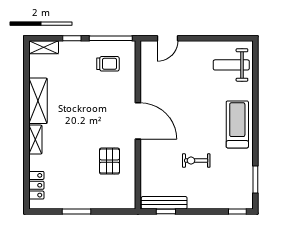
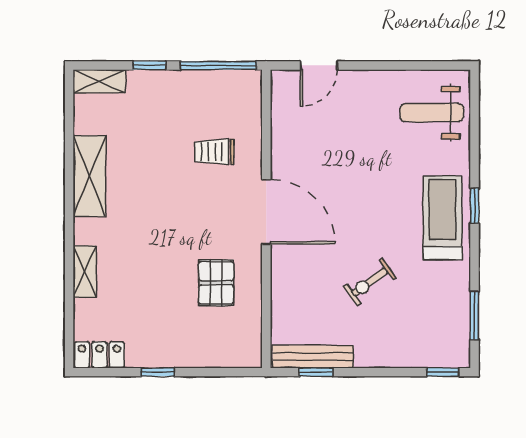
trolley: (108, 64) -> (214, 152), moved, turned 180
window: (255, 118) -> (474, 206), added
shelving: (35, 140) -> (85, 271), moved
exercise bike: (196, 161) -> (370, 282), turned -36
locker: (36, 185) -> (99, 355), moved, turned -90
window: (76, 211) -> (158, 372), width x0.67

